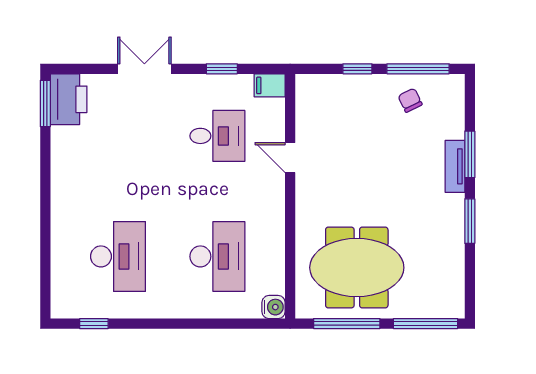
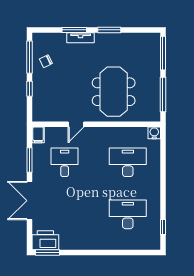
double door: (144, 69) -> (29, 201), width x1.37
window: (222, 69) -> (29, 160), width x1.50
meeting table: (357, 268) -> (114, 92), moved

